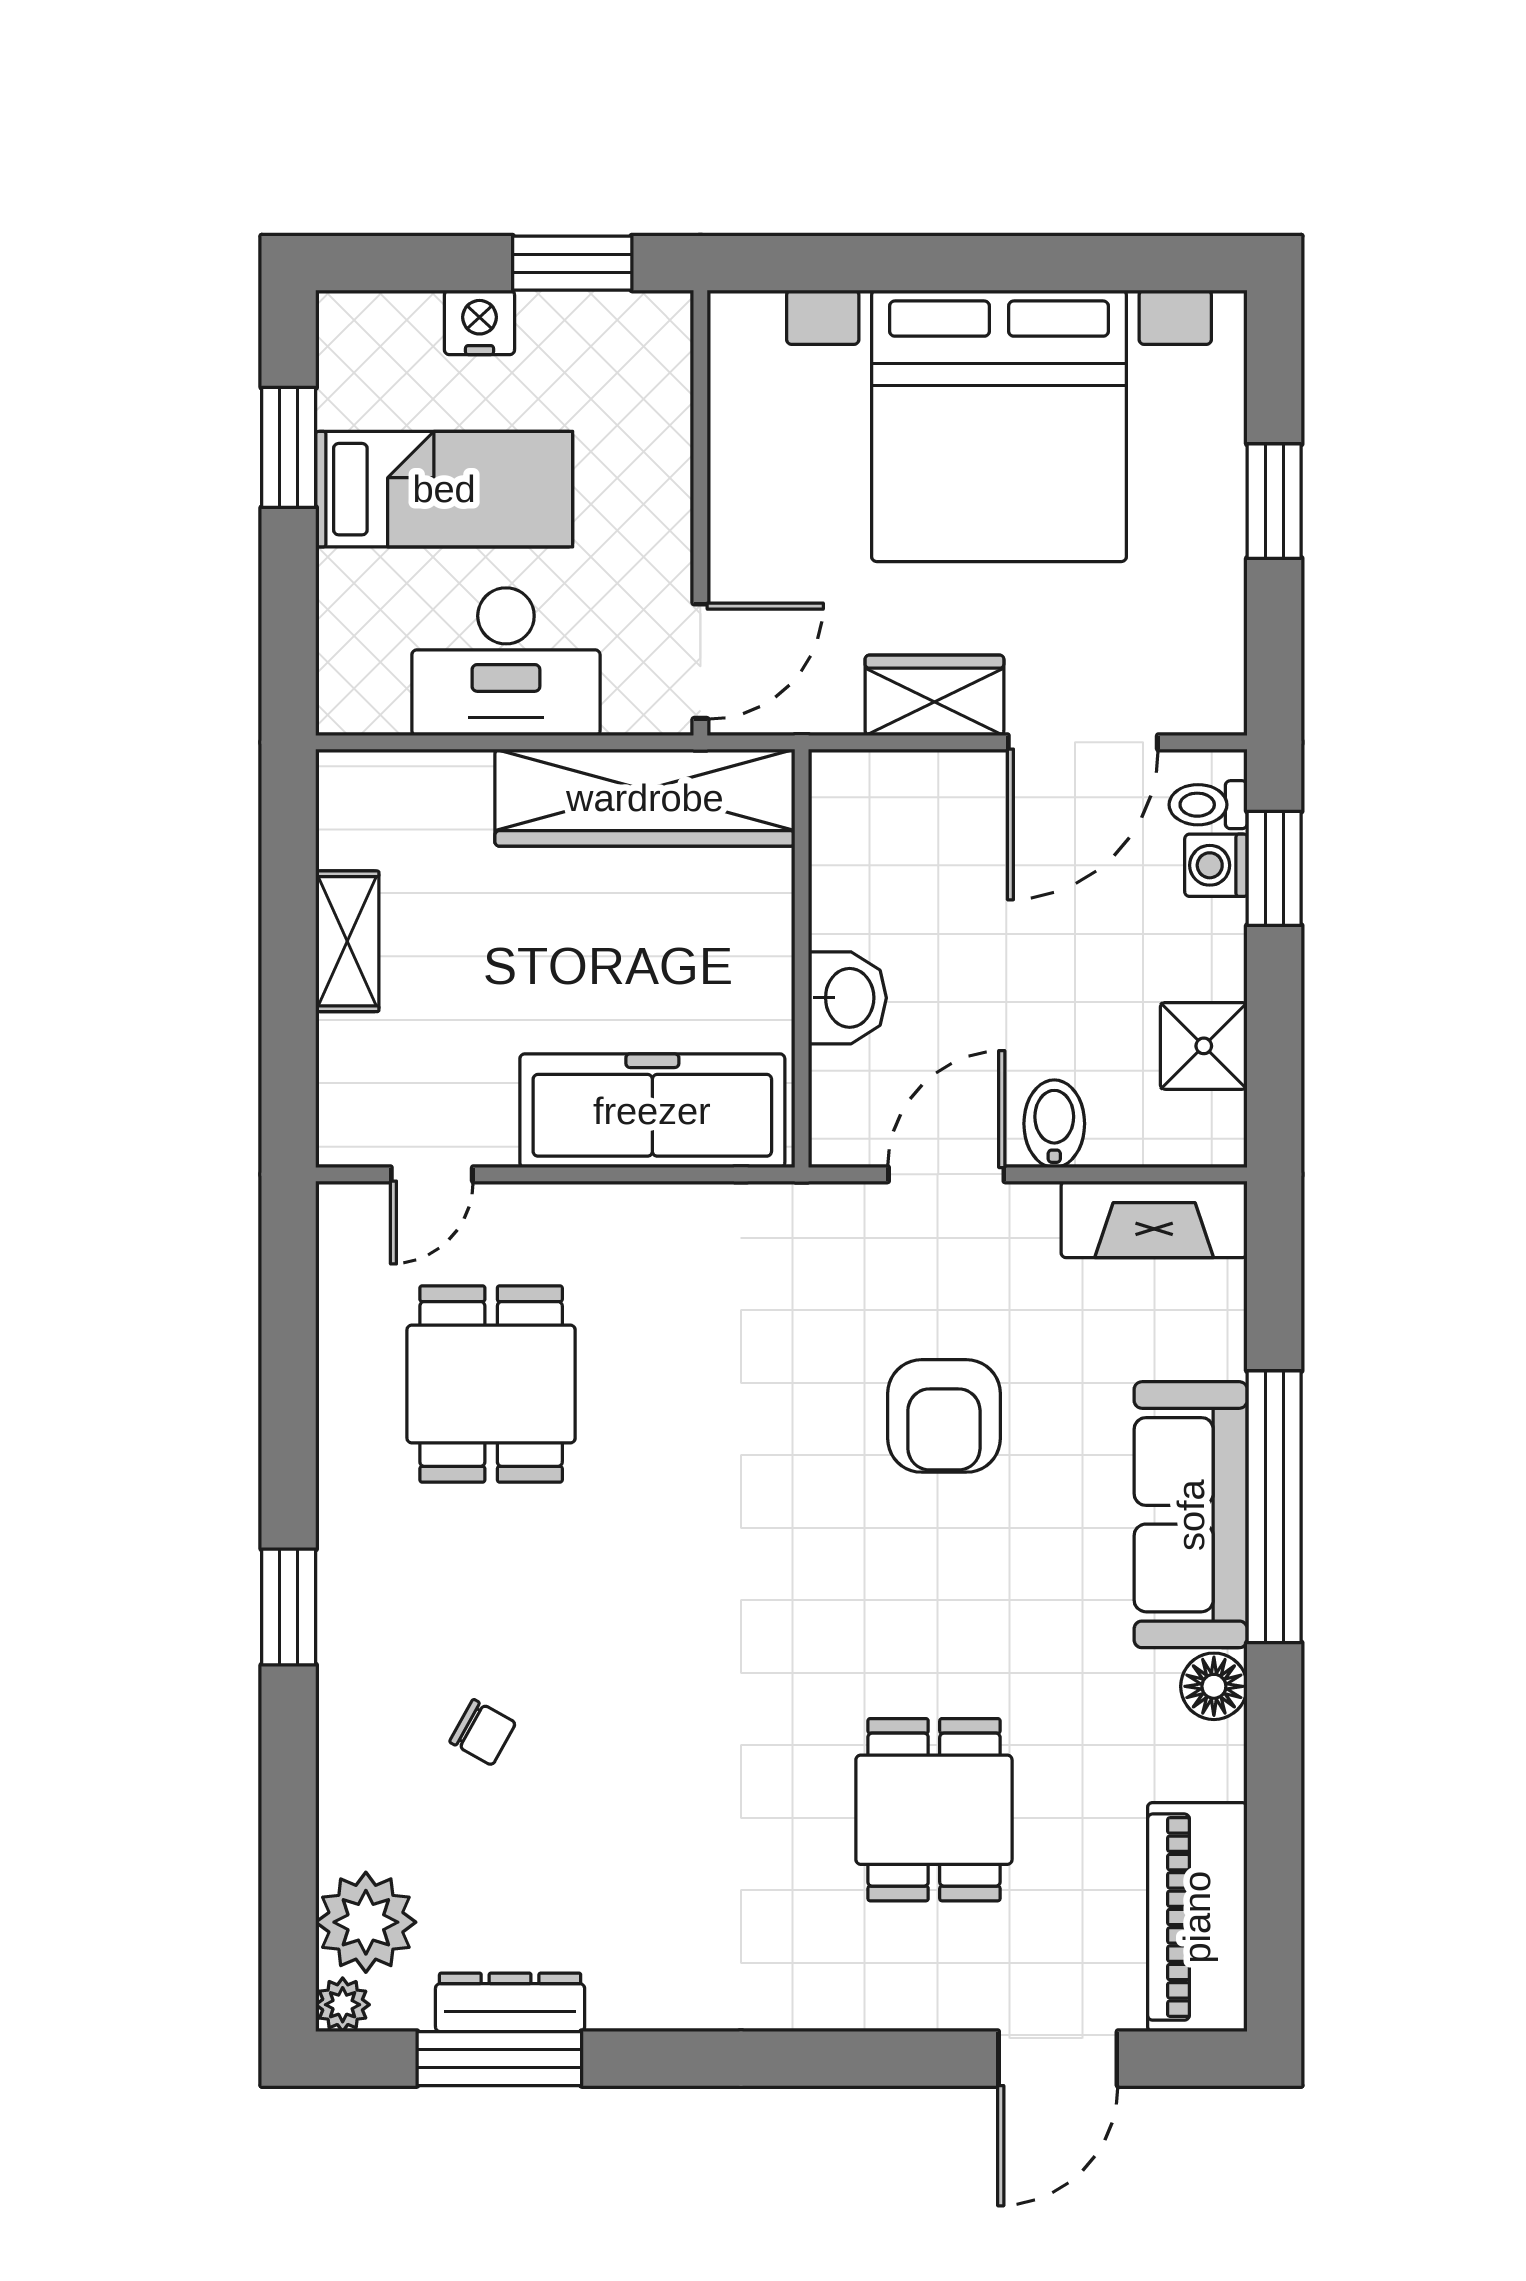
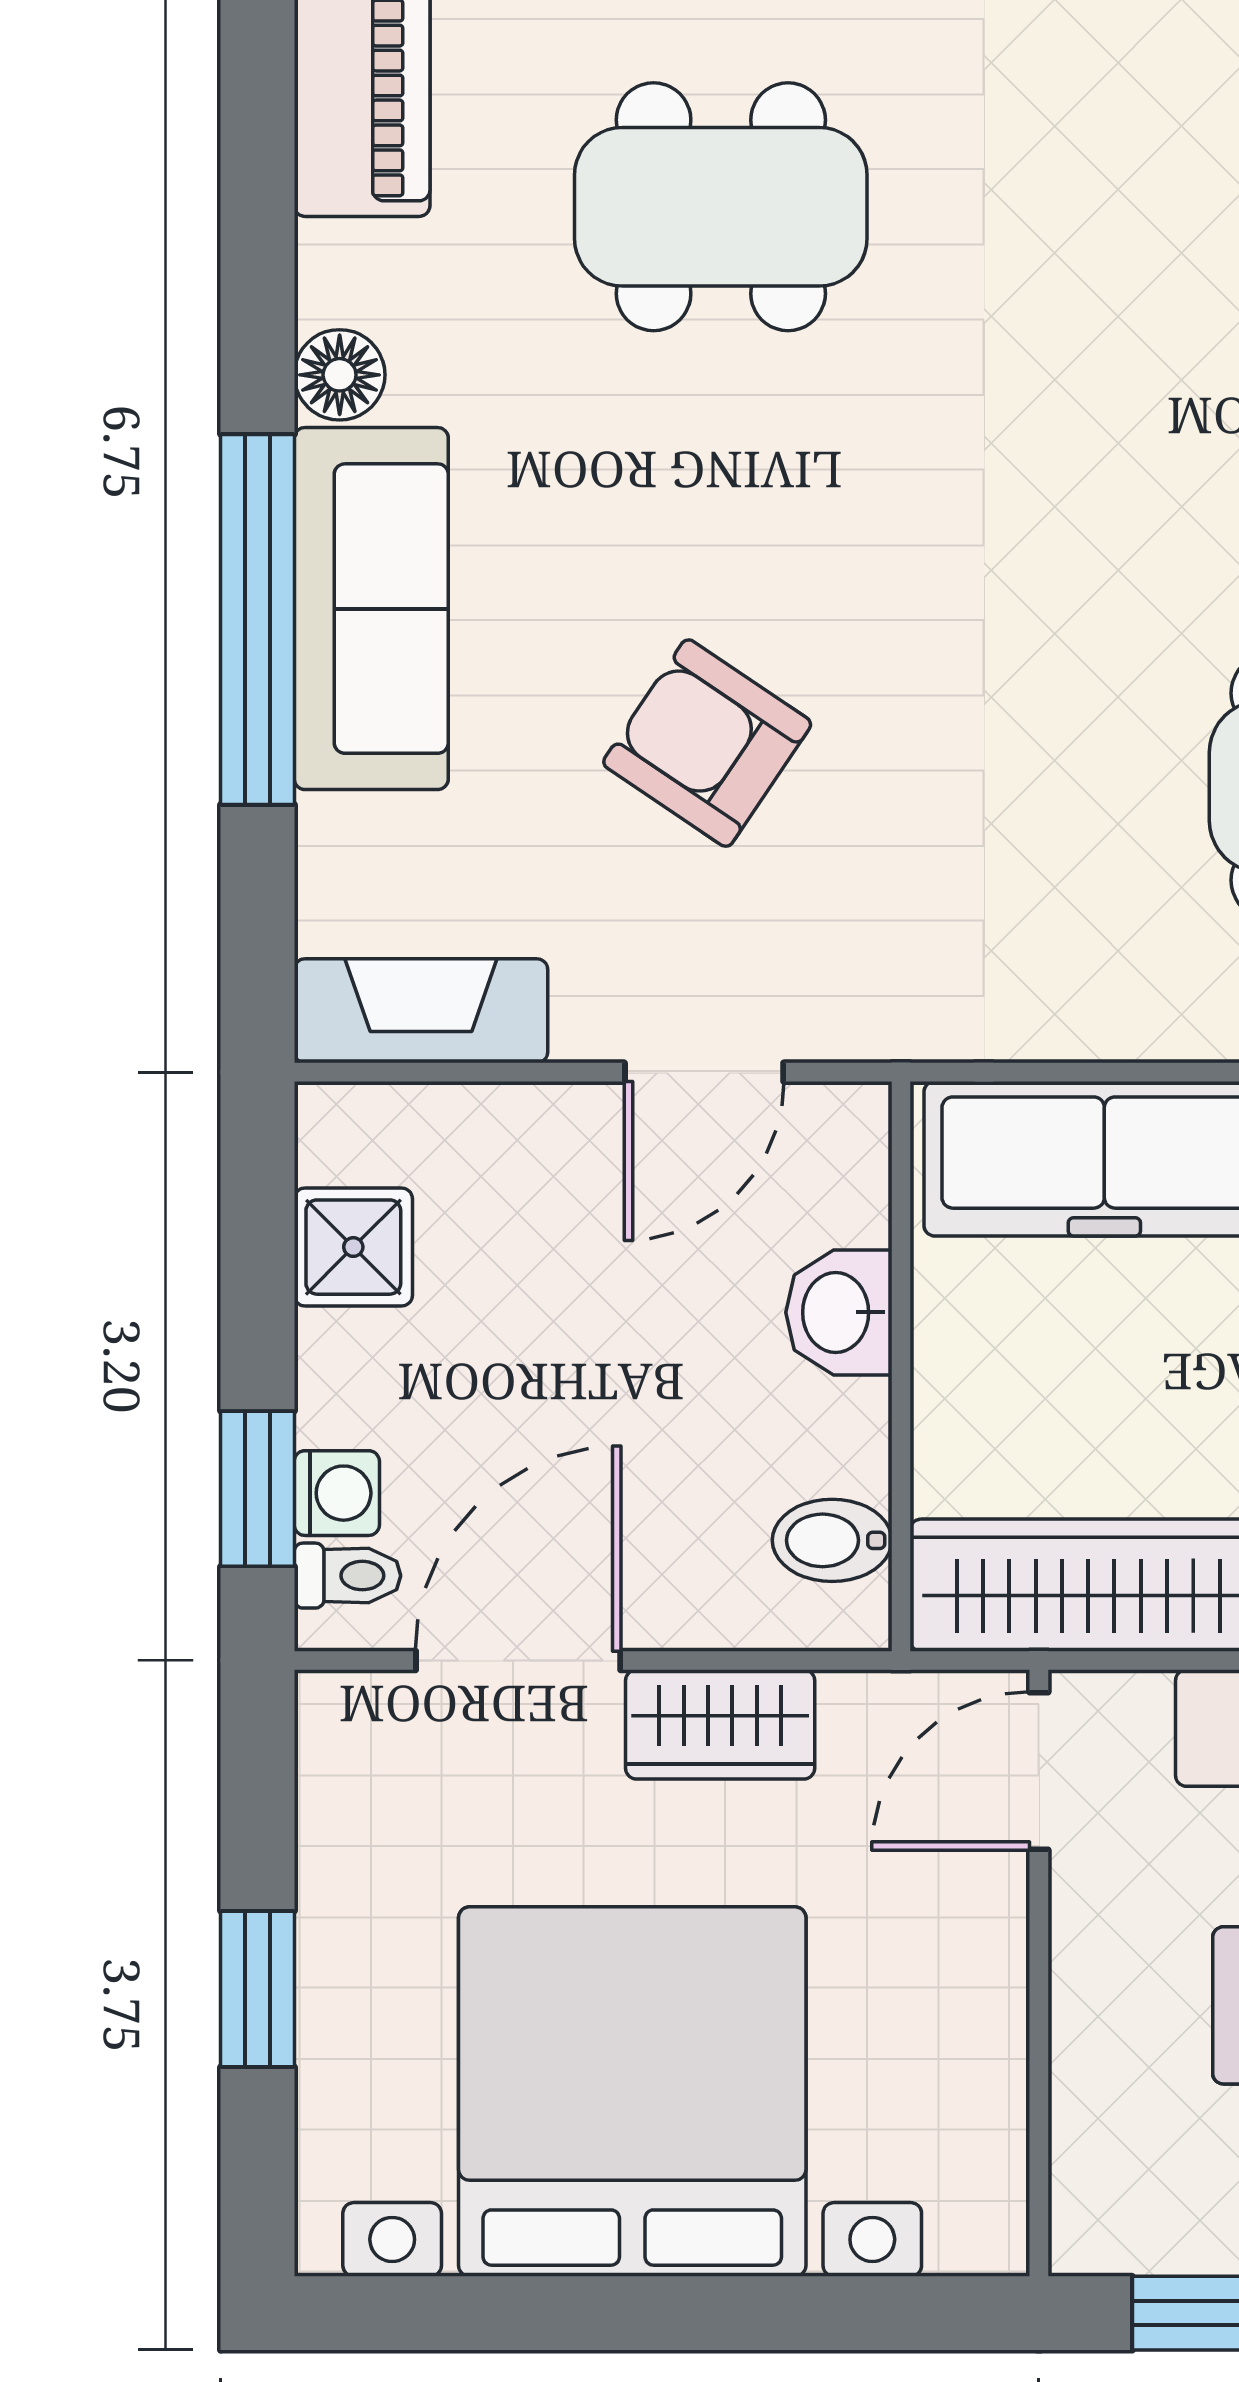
bidet: (1054, 1124) -> (832, 1540), moved, turned 90
armchair: (944, 1416) -> (707, 743), turned -56
dining table: (934, 1810) -> (721, 207), width x1.38

